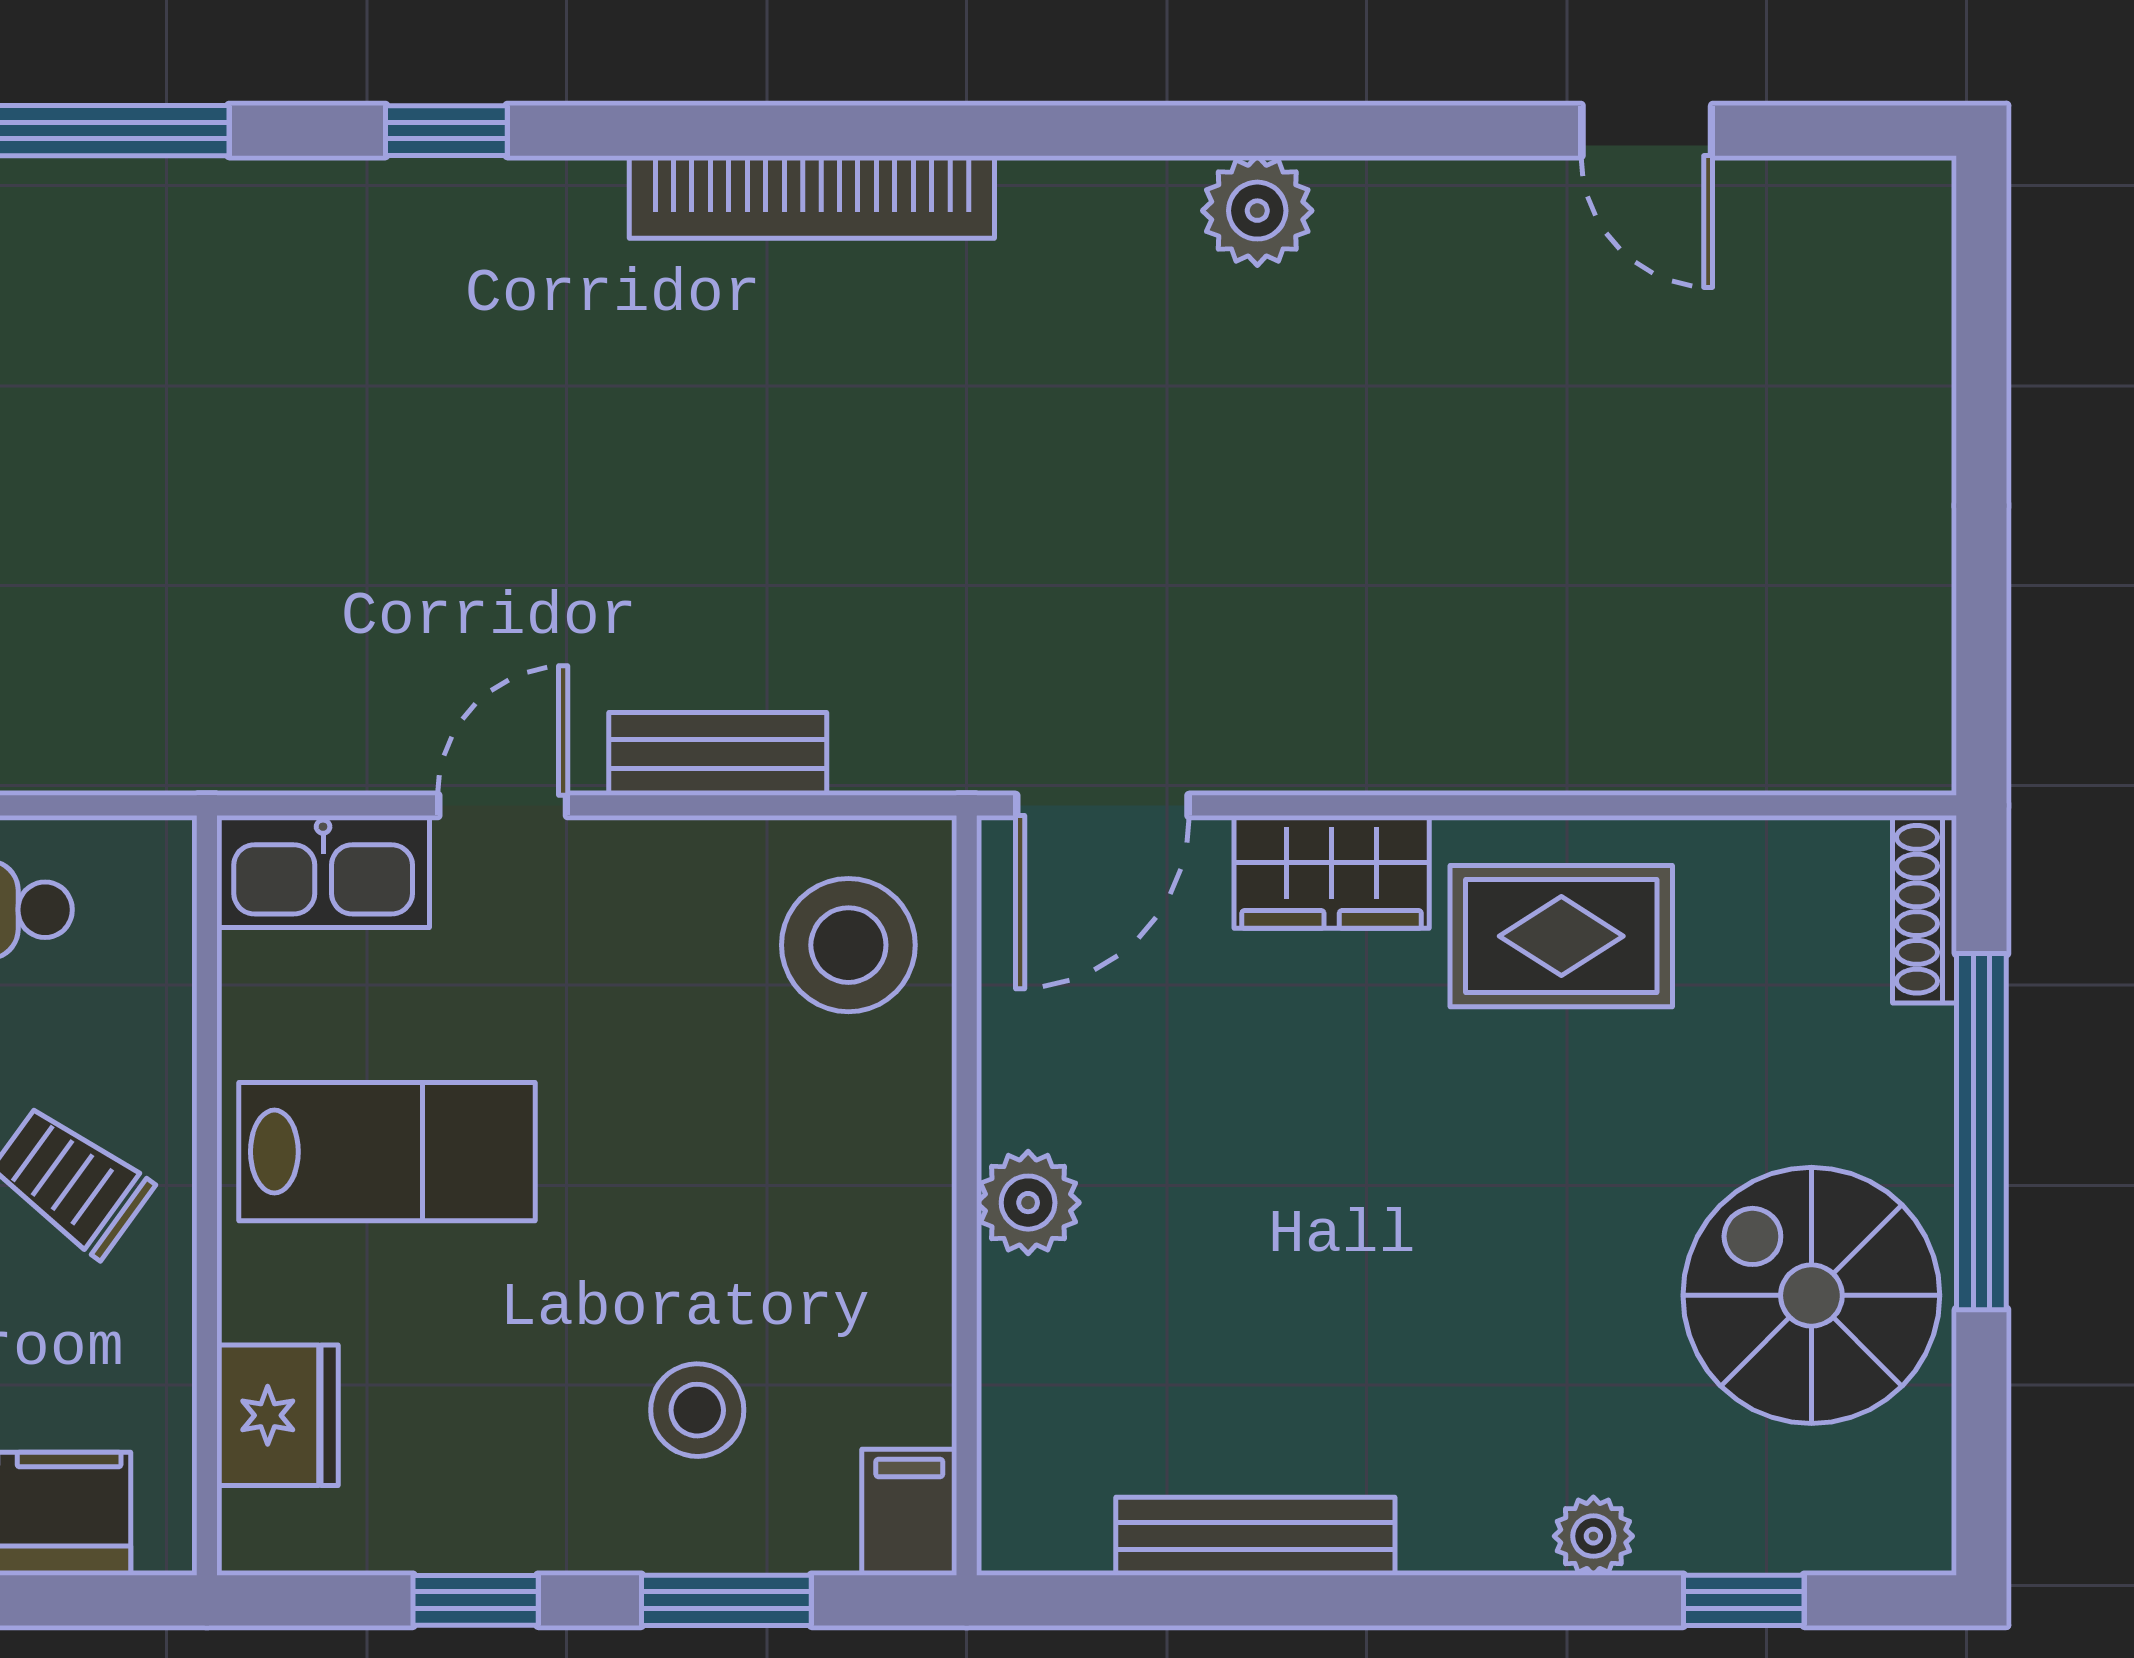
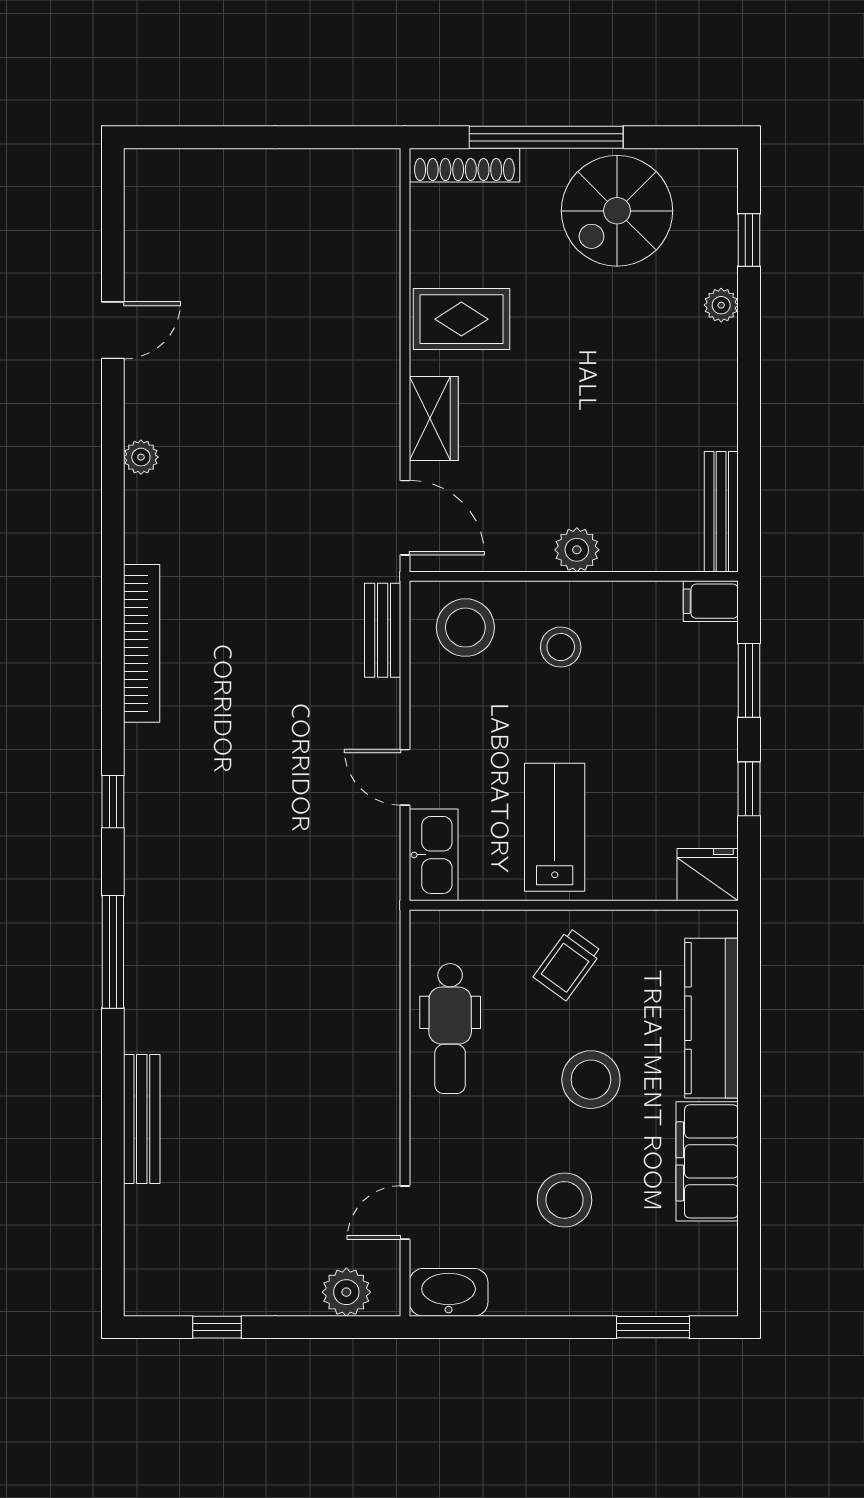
door: (1647, 131) -> (113, 330), moved
plant: (1257, 211) -> (141, 457), width x0.73, depth x0.73
bench: (718, 754) -> (383, 630), moved
shoe rack: (1925, 909) -> (464, 165), width x1.36, depth x1.24
rug: (1561, 936) -> (461, 319), turned 90
stool: (697, 1410) -> (561, 647), moved
fridge: (277, 1415) -> (708, 875), moved
bench: (1255, 1536) -> (721, 512), moved

